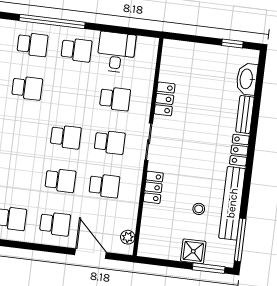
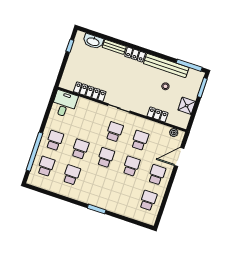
desk: (116, 52) -> (64, 104), moved, turned 90
school desk: (115, 99) -> (80, 149), moved
locker: (165, 99) -> (90, 92), width x1.53
locker: (153, 187) -> (158, 115), moved
shower: (193, 251) -> (187, 106), moved

